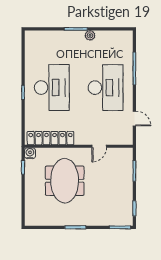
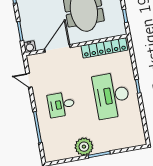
plant: (90, 35) -> (84, 147), width x1.88, depth x1.88
desk: (106, 88) -> (61, 105), width x0.53, depth x0.77
door: (99, 146) -> (57, 48), width x1.88
water cooler: (30, 153) -> (30, 47), moved

